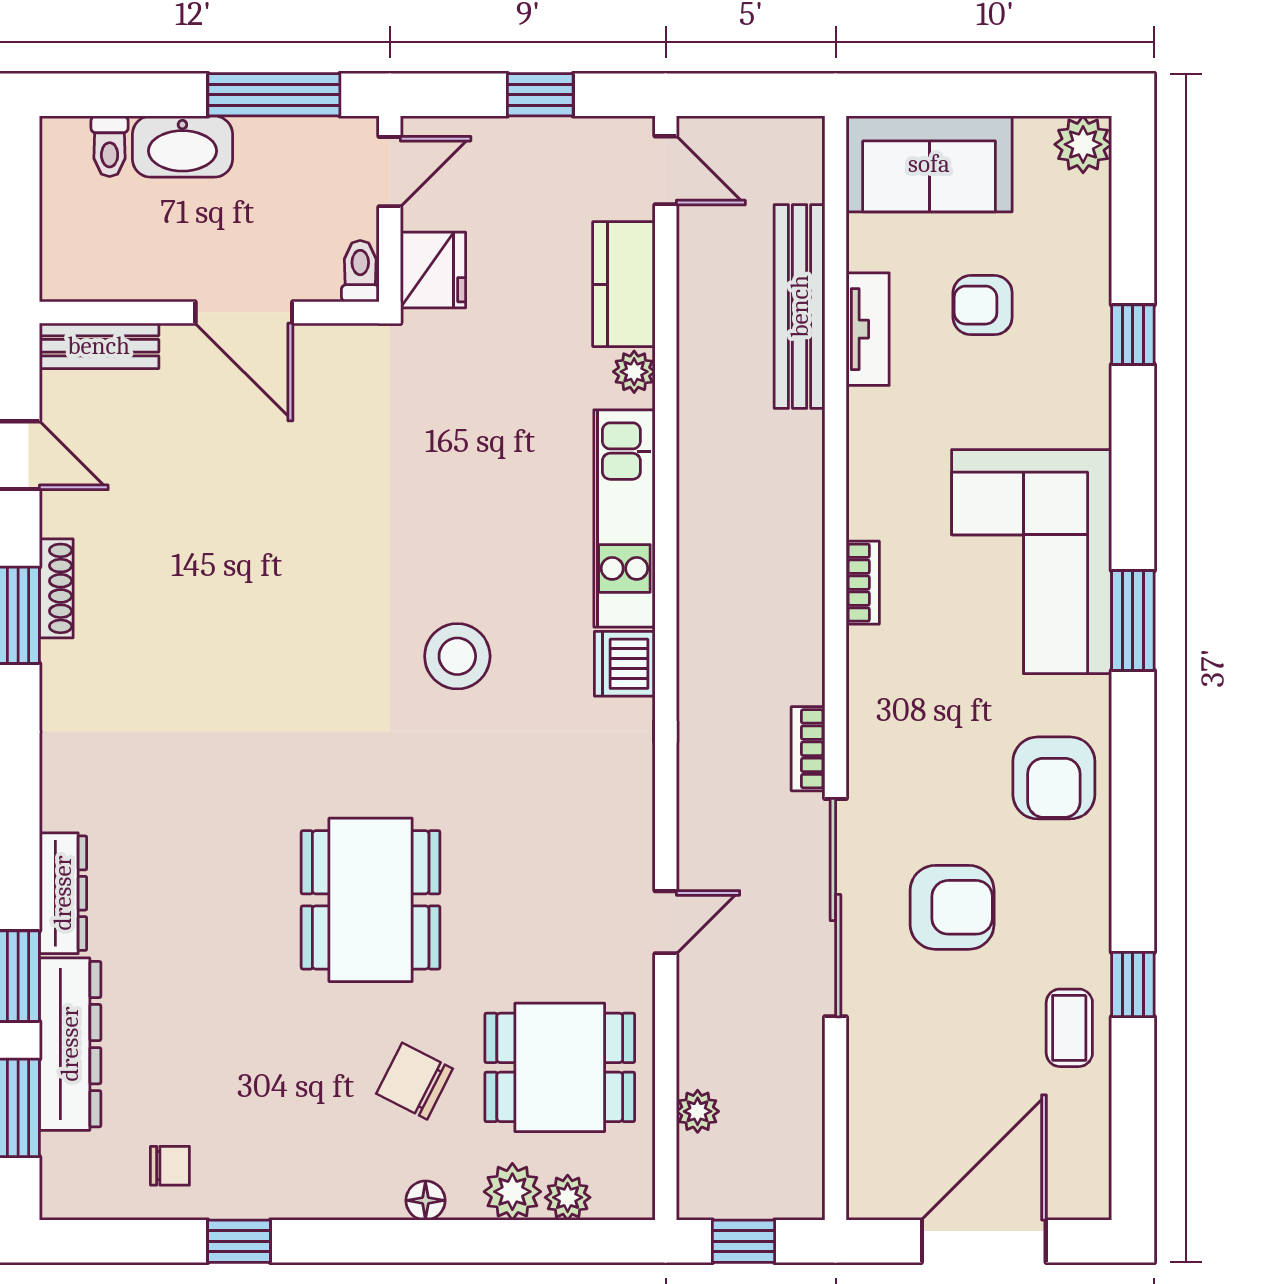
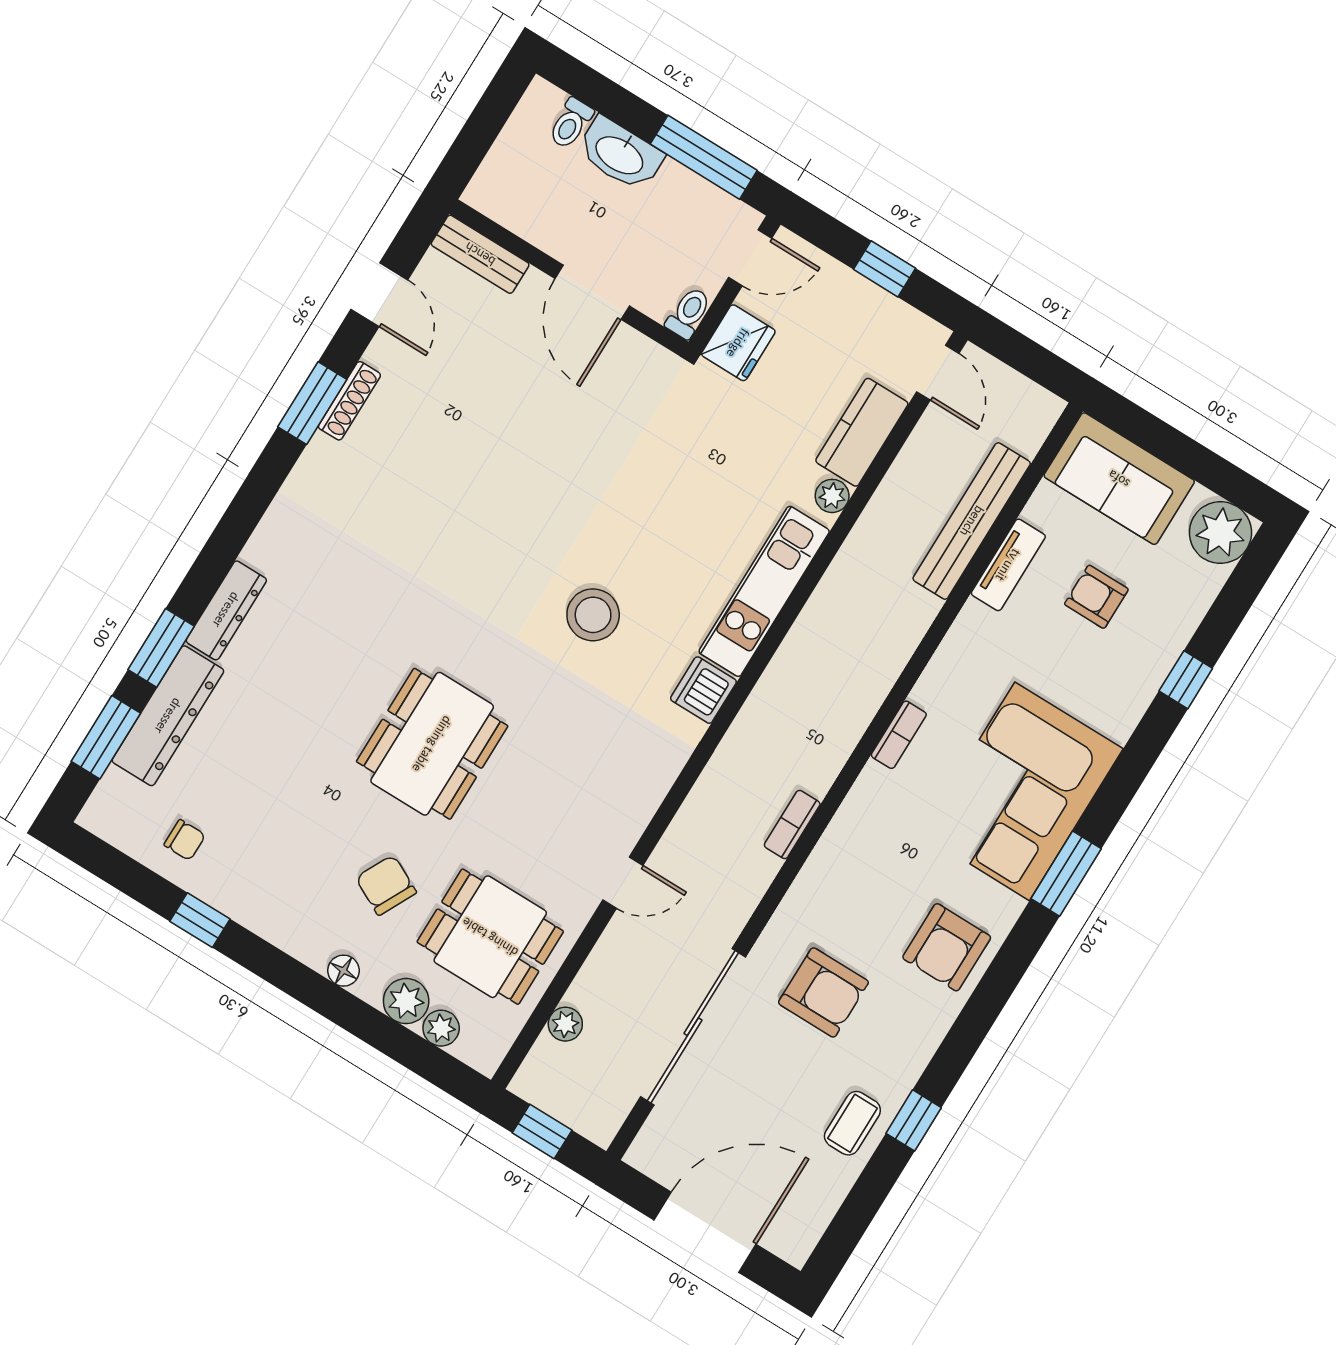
plant: (1083, 144) -> (1220, 533), width x1.36, depth x1.36
sliding door: (836, 908) -> (693, 1027), moved

